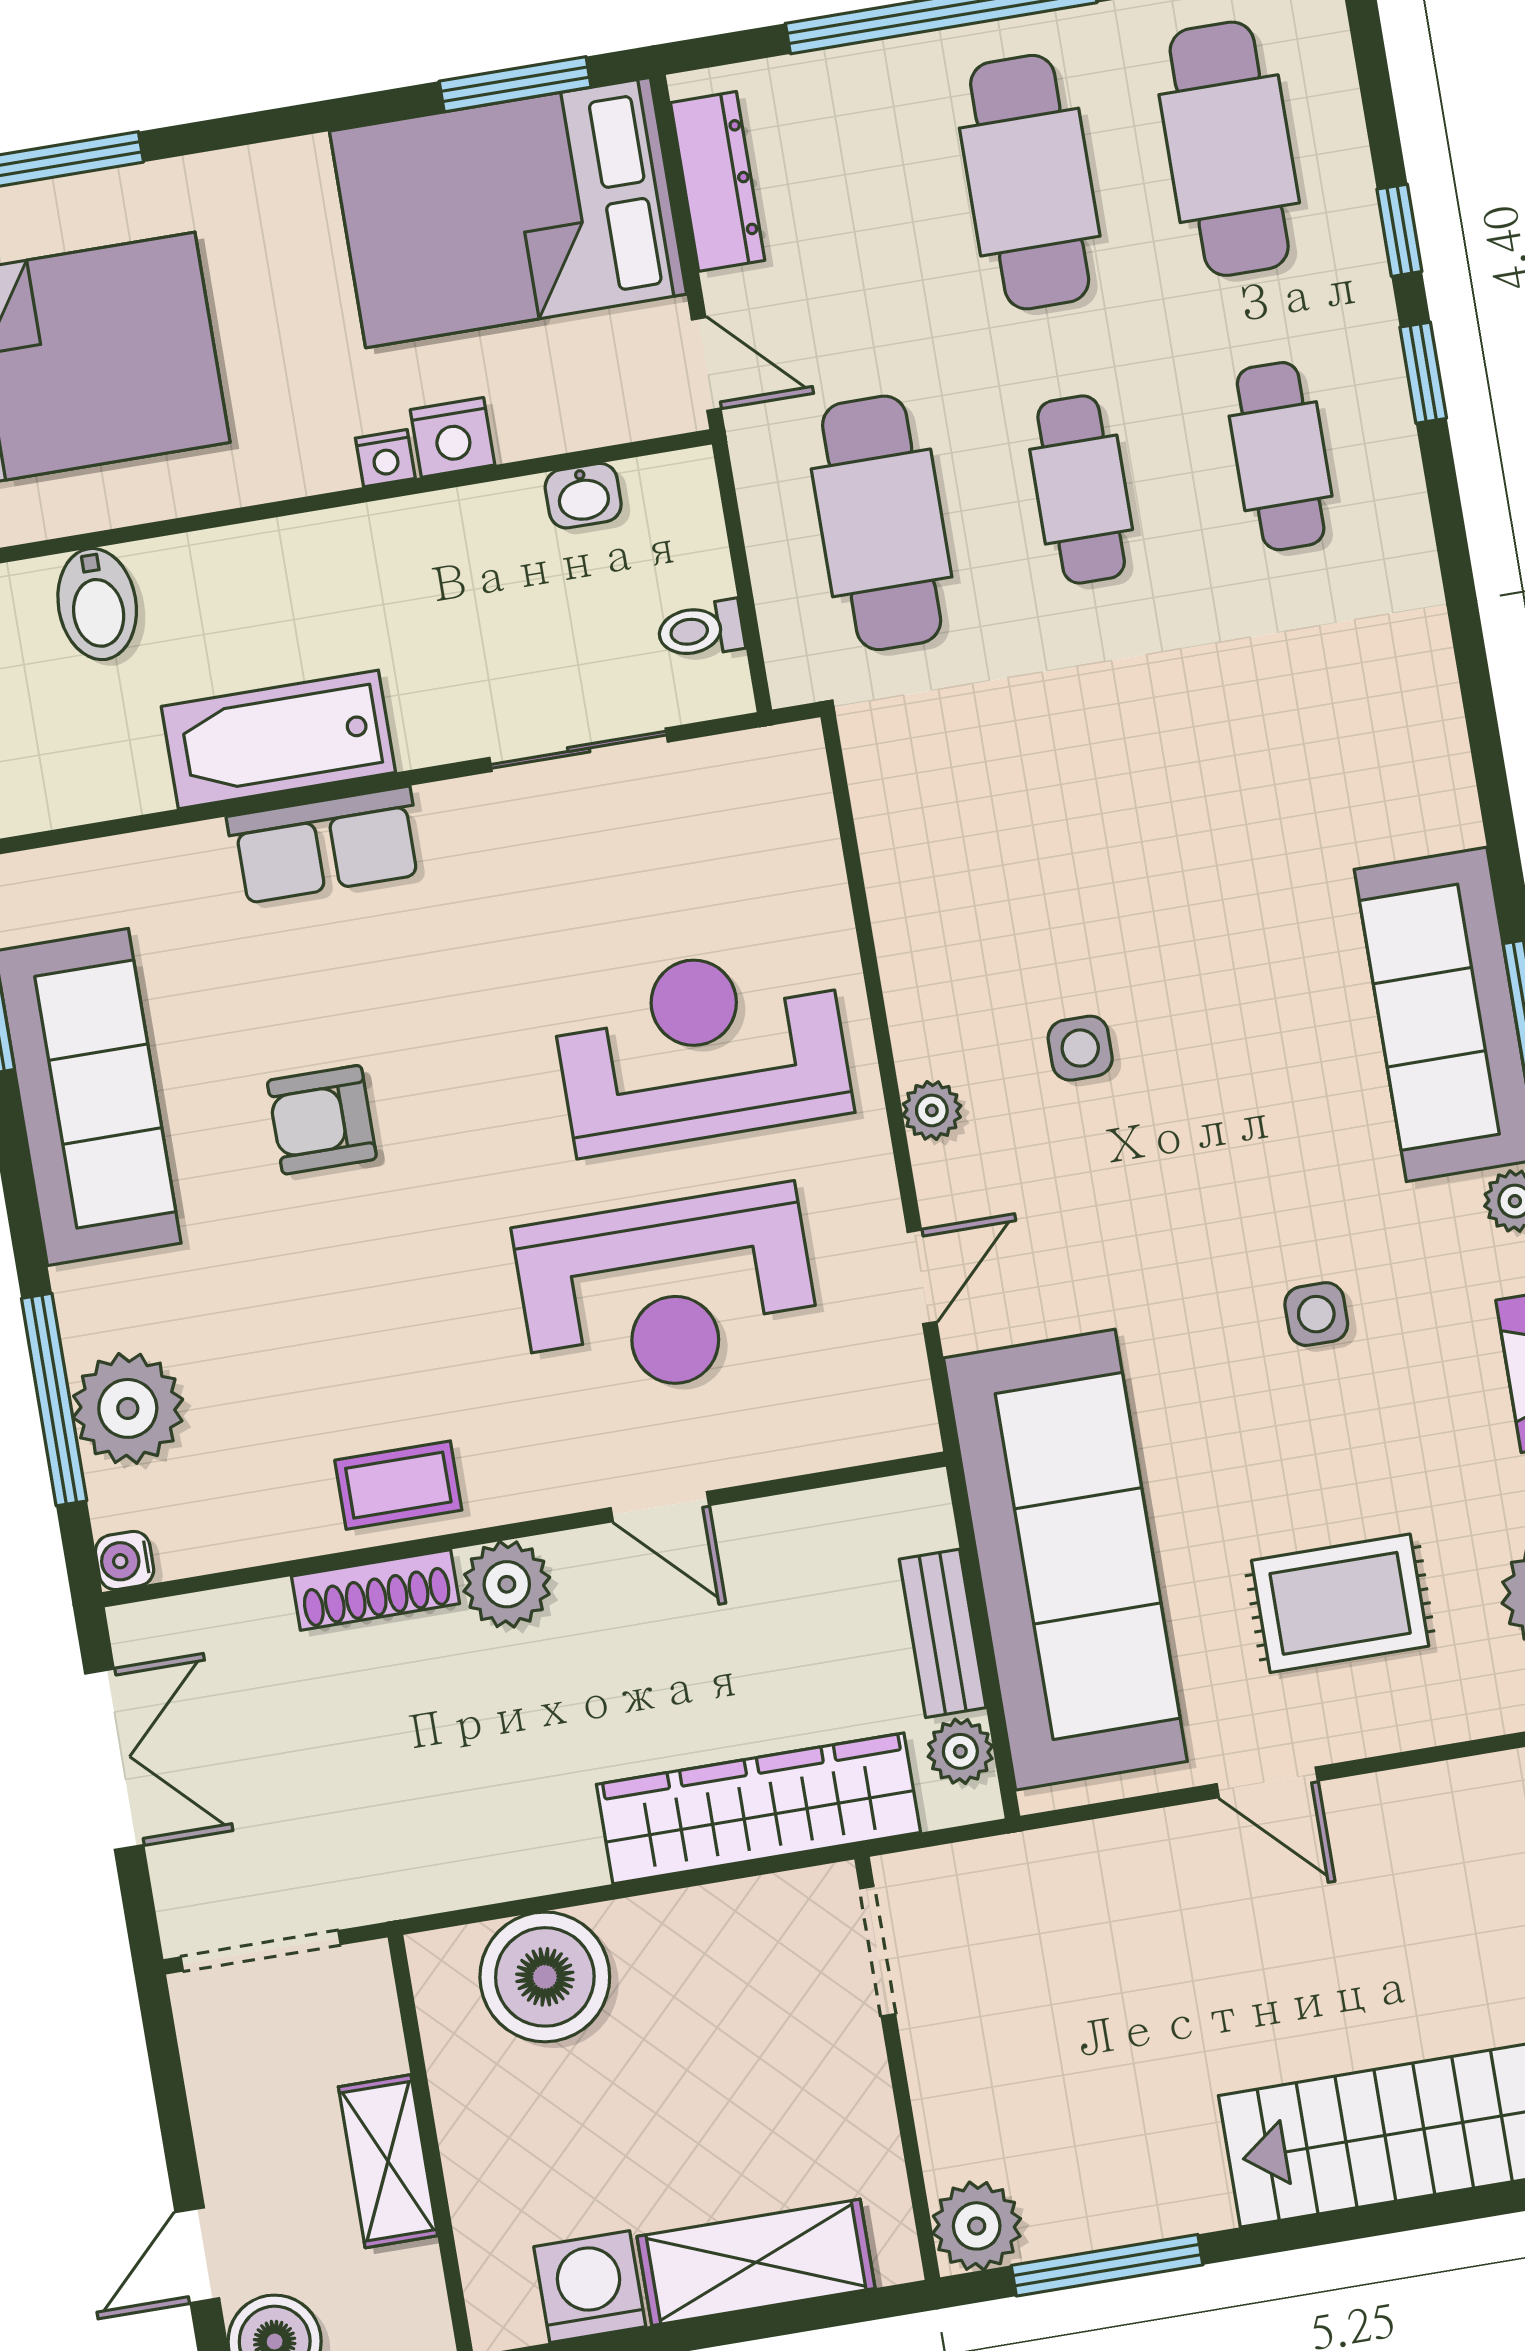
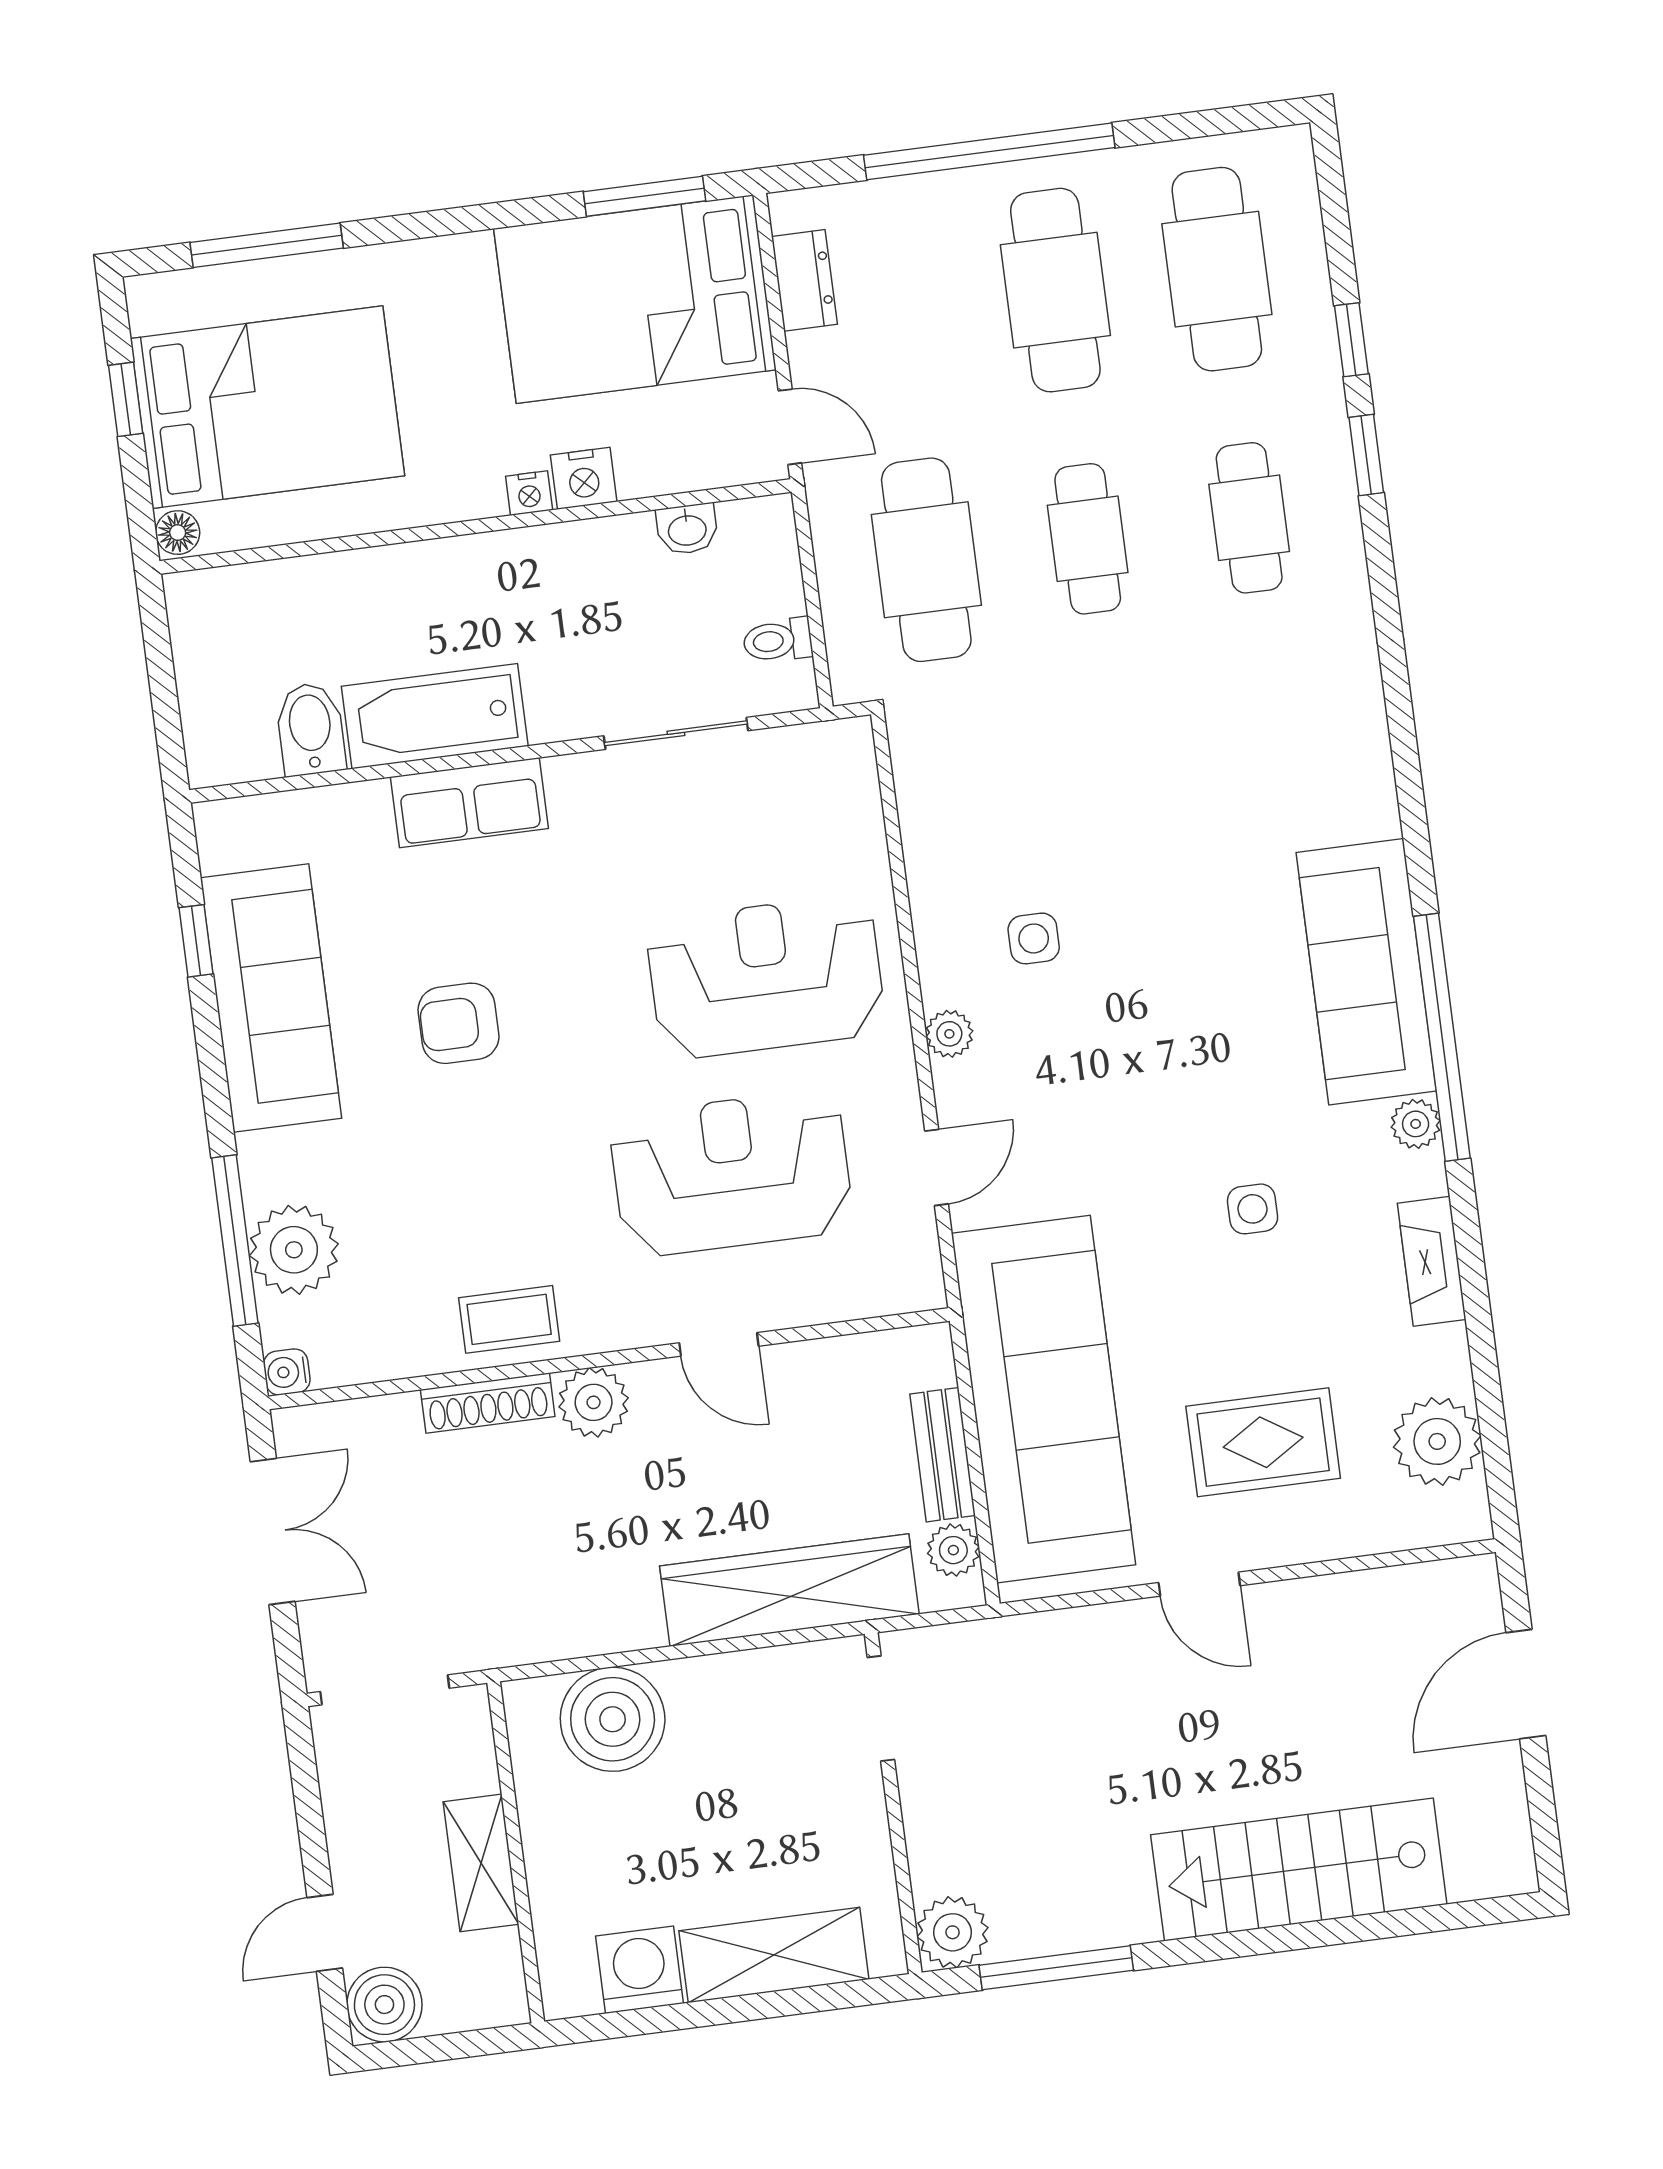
dresser: (718, 181) -> (804, 280), width x0.70
bidet: (97, 604) -> (311, 729), moved, turned 180
side table: (1080, 1048) -> (1034, 938), moved
reception desk: (667, 1293) -> (731, 1173), turned 180

